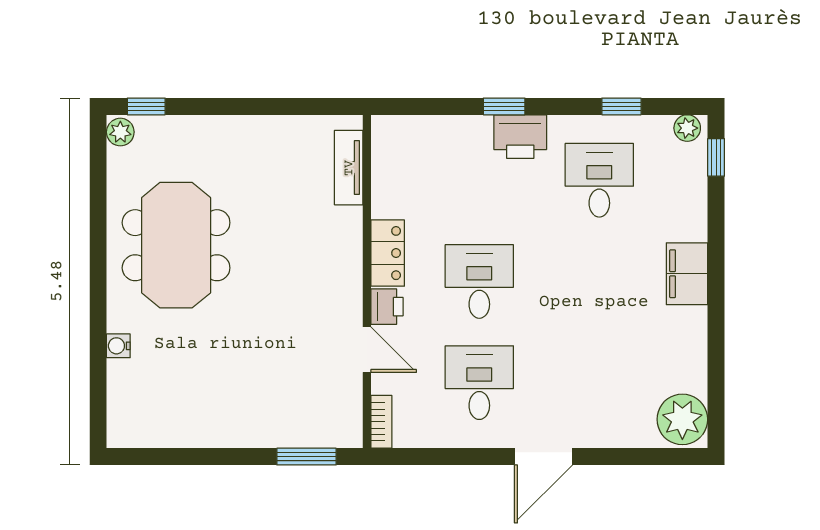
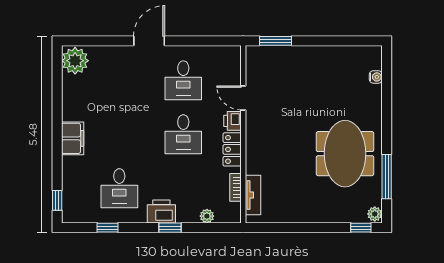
plant: (687, 128) -> (207, 216), moved
window: (98, 202) -> (387, 177), added
water cooler: (118, 346) -> (376, 77), moved
bookcase: (381, 422) -> (235, 187), moved

